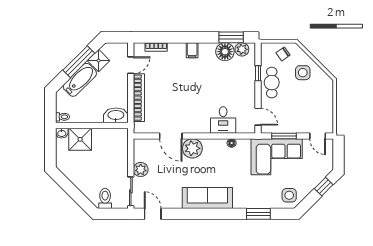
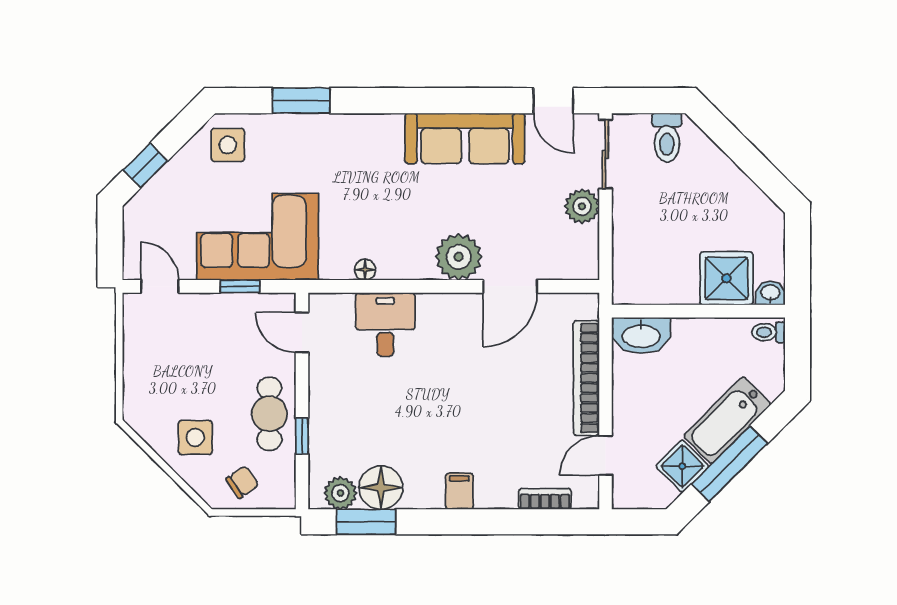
door: (171, 136) -> (510, 286), swing flipped
window: (284, 136) -> (240, 286), width x0.67
sofa: (207, 198) -> (465, 138), moved

